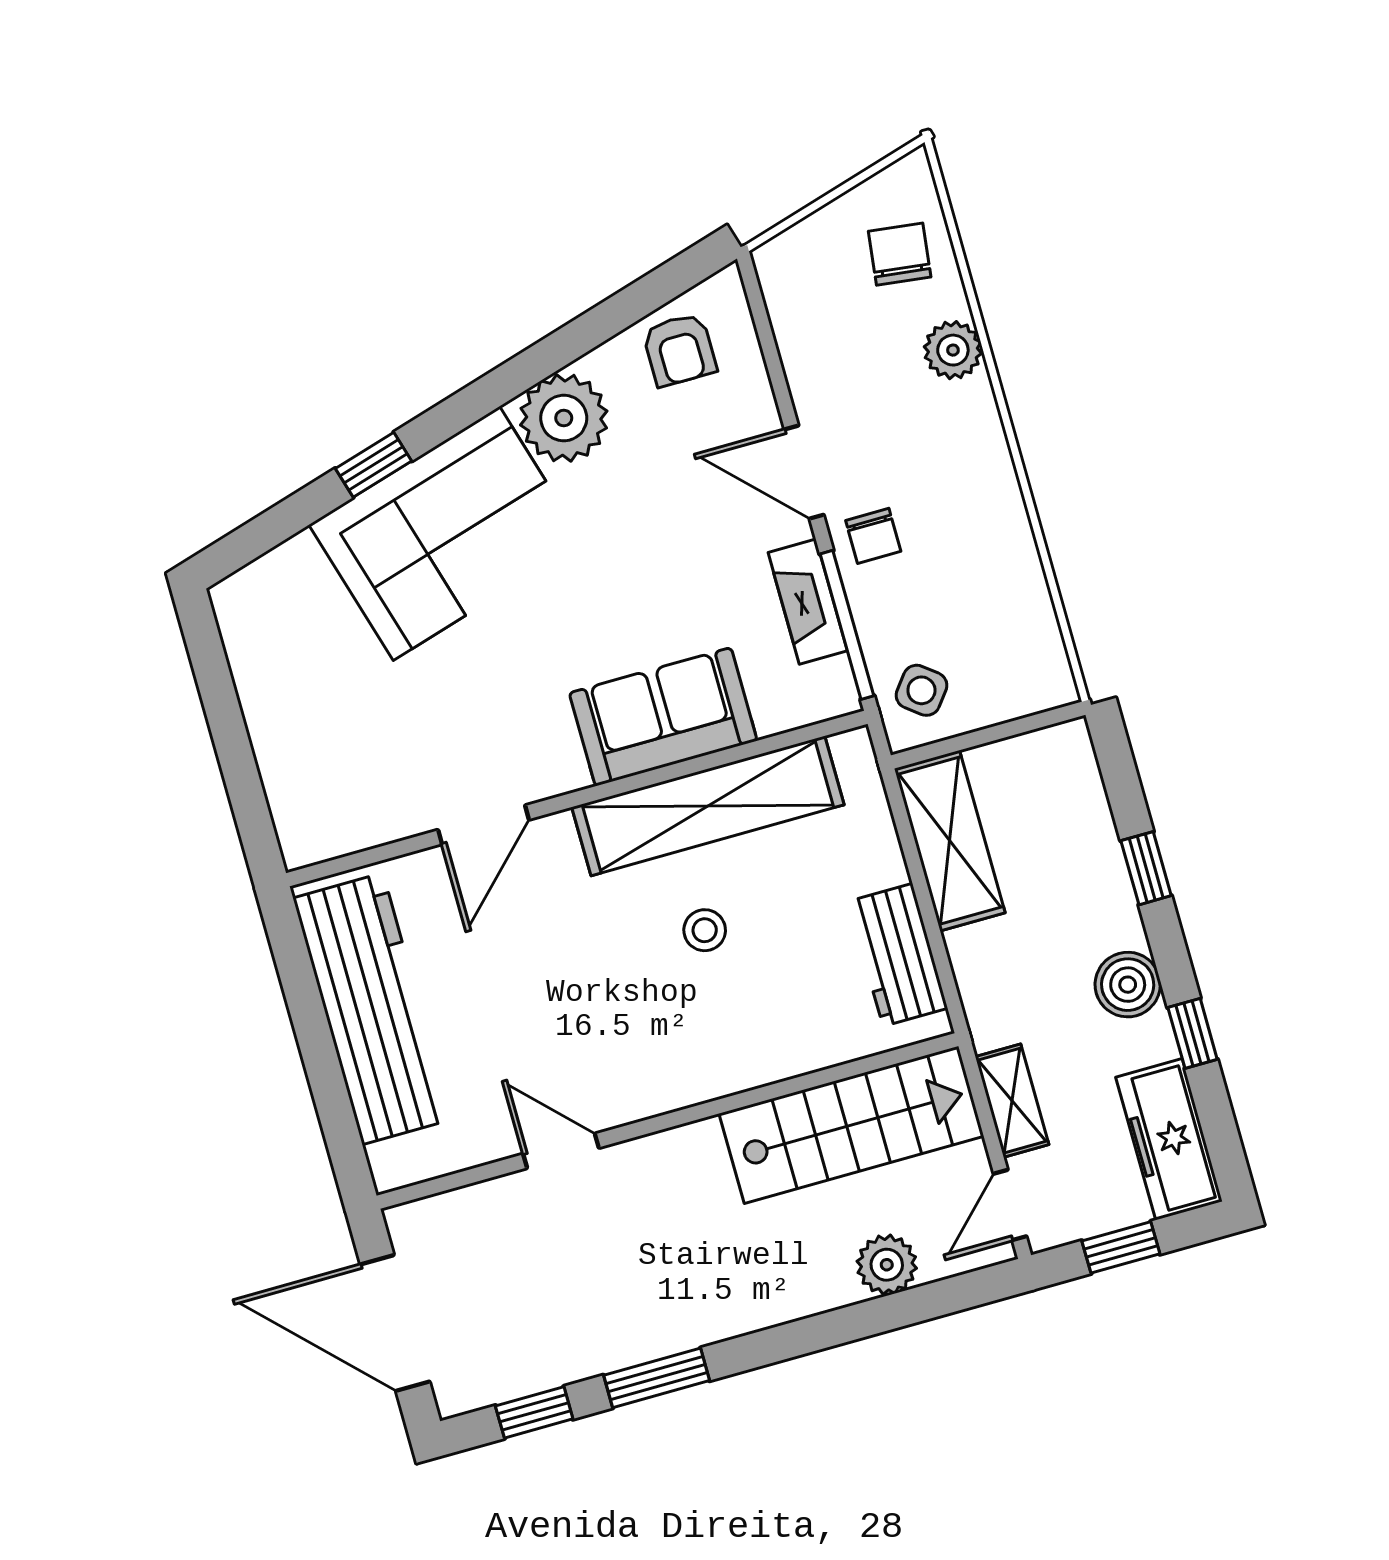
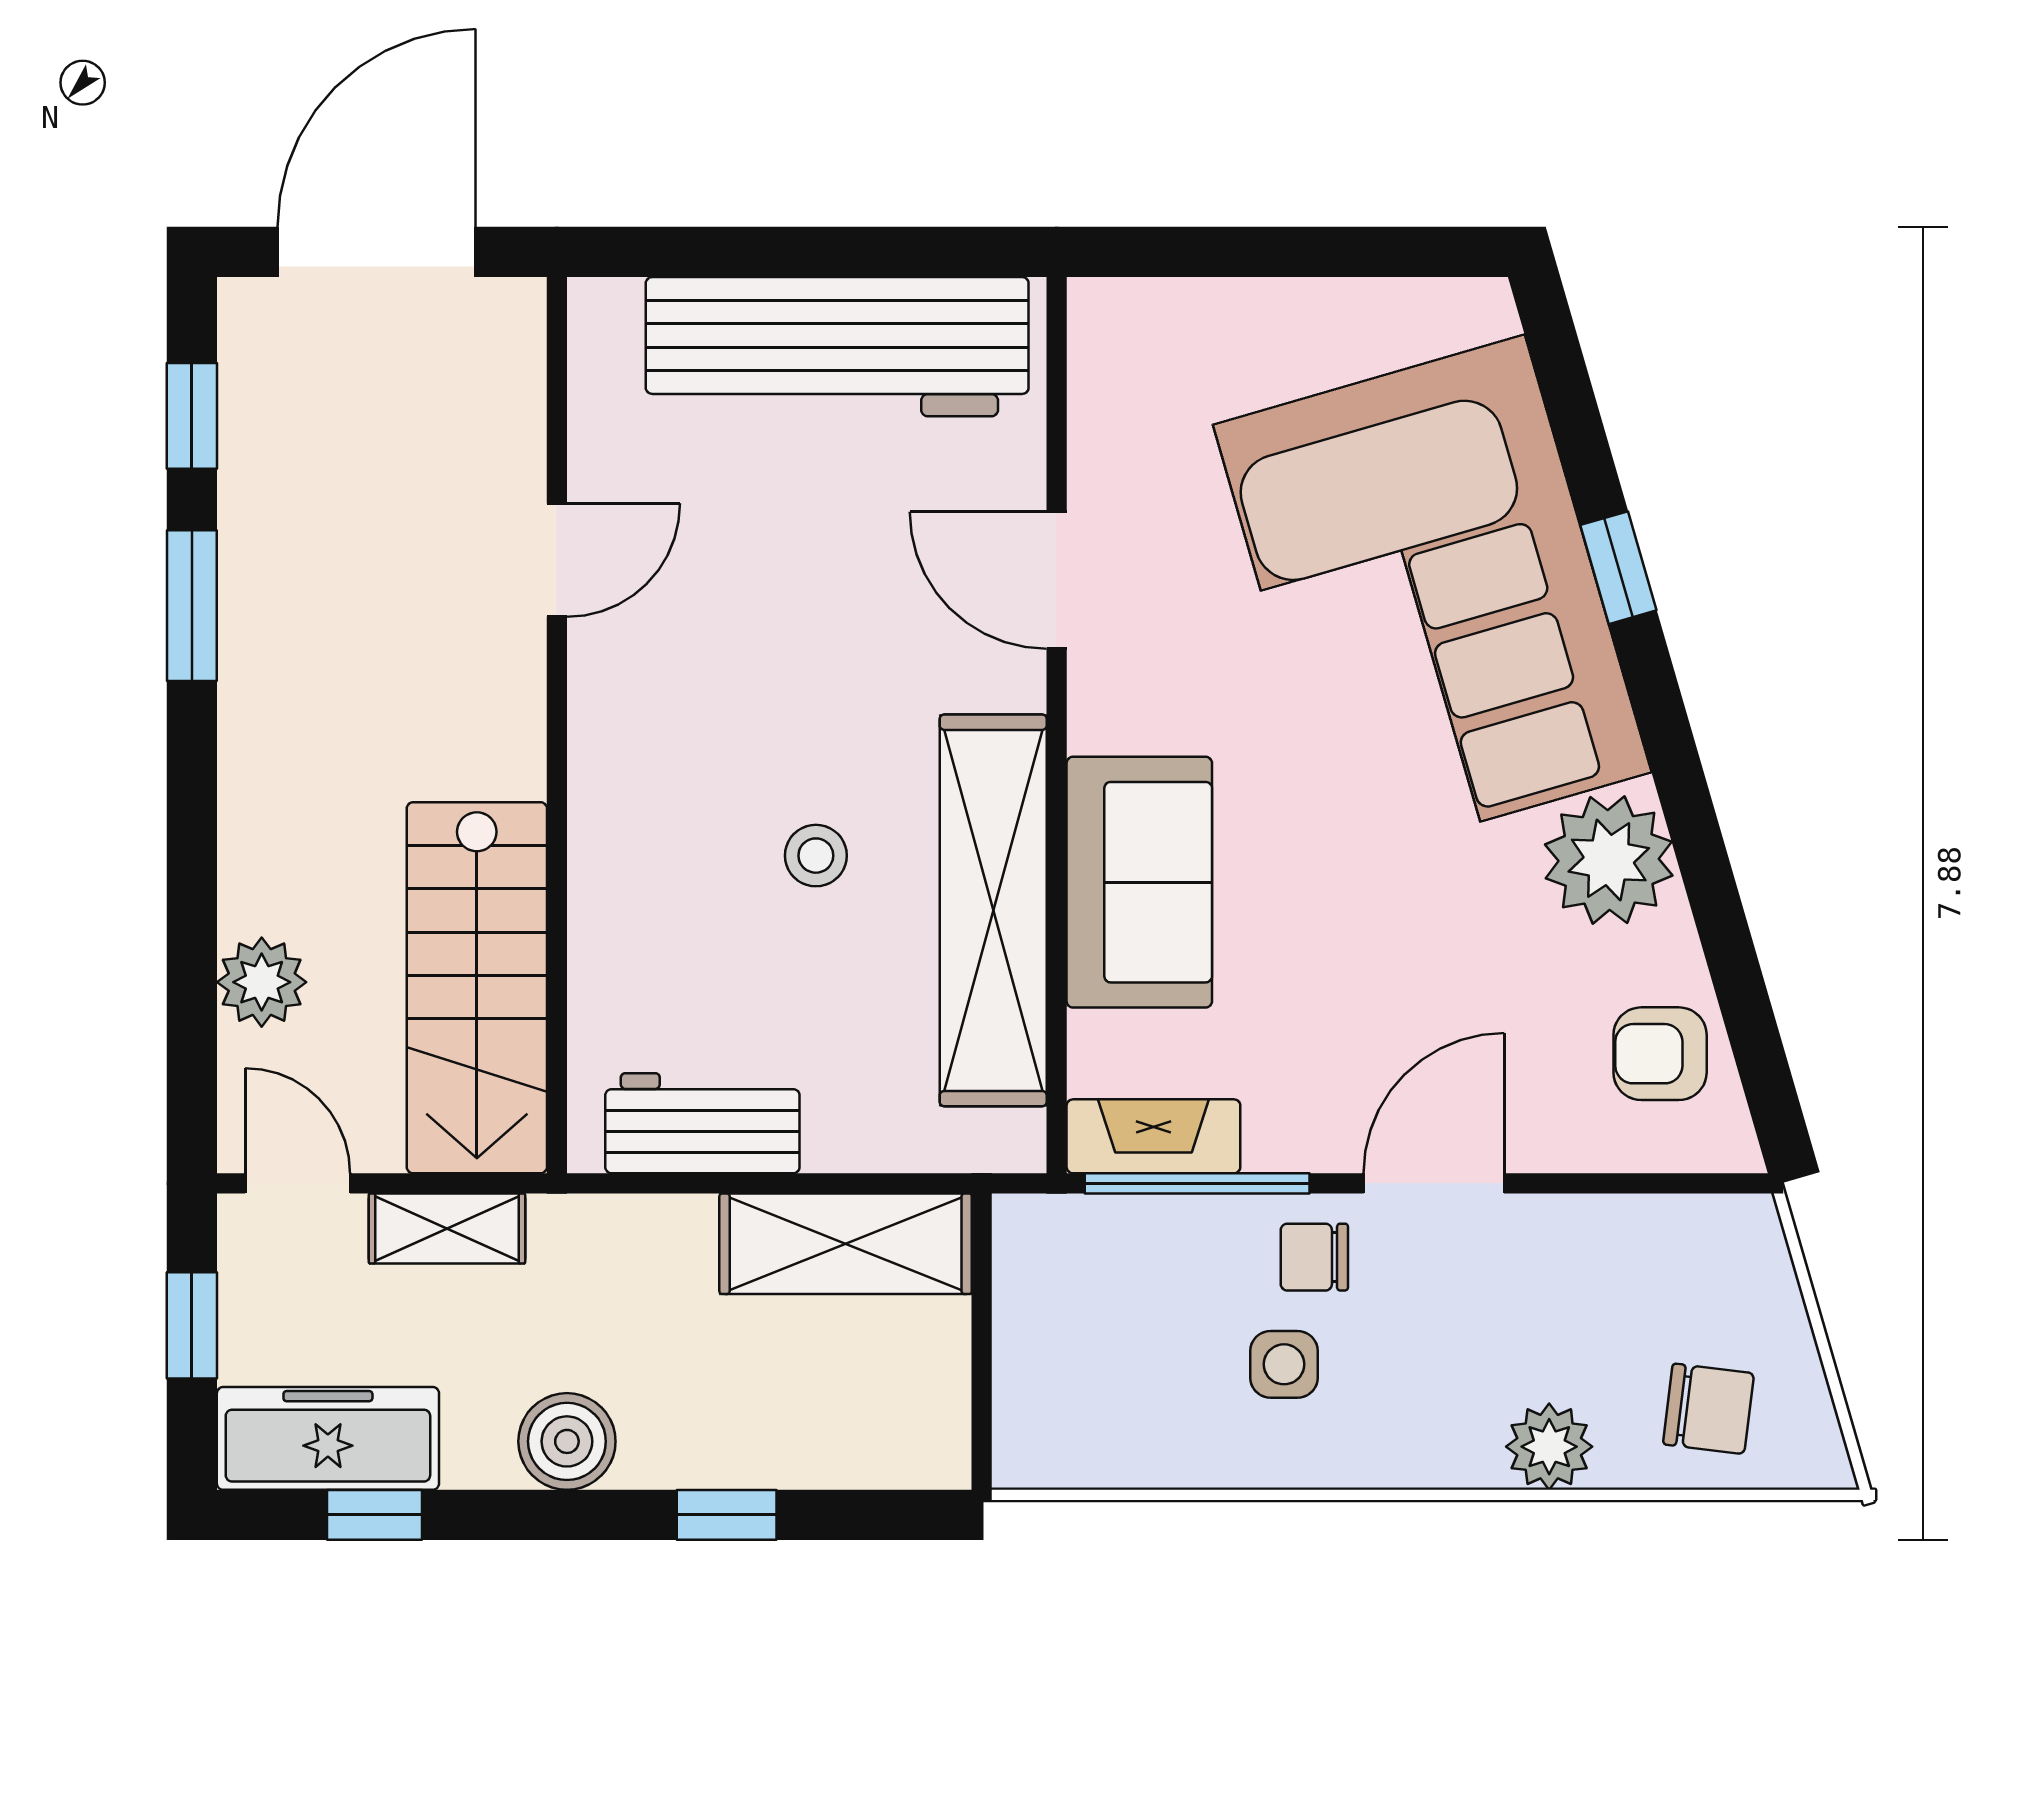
corner sofa: (446, 533) -> (1432, 598), width x1.36, depth x1.36
fireplace: (808, 602) -> (1153, 1136), moved
side table: (921, 690) -> (1284, 1364), moved, turned -38
window: (1193, 1033) -> (375, 1515), moved

